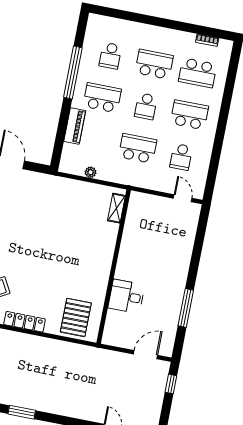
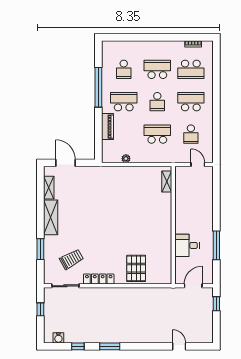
shelving: (116, 208) -> (167, 181), moved
wall: (114, 267) -> (173, 225), moved
desk: (126, 296) -> (187, 245), moved

